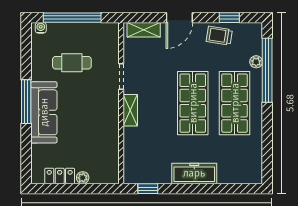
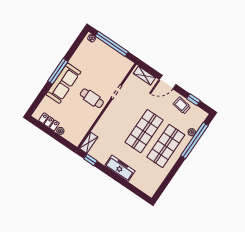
cafe table: (72, 63) -> (92, 98), moved
shelving: (130, 110) -> (89, 143), moved

